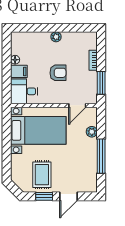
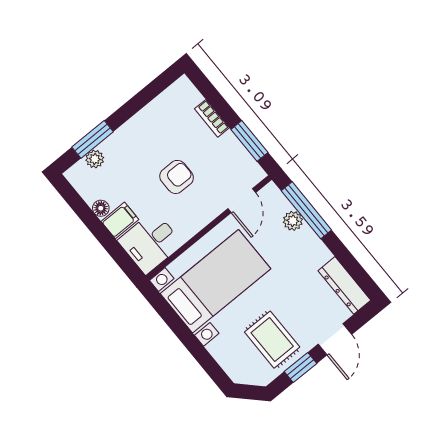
window: (36, 28) -> (93, 139), added
plant: (56, 37) -> (95, 159), moved
window: (101, 156) -> (306, 210), moved
dresser: (91, 177) -> (344, 285), added

